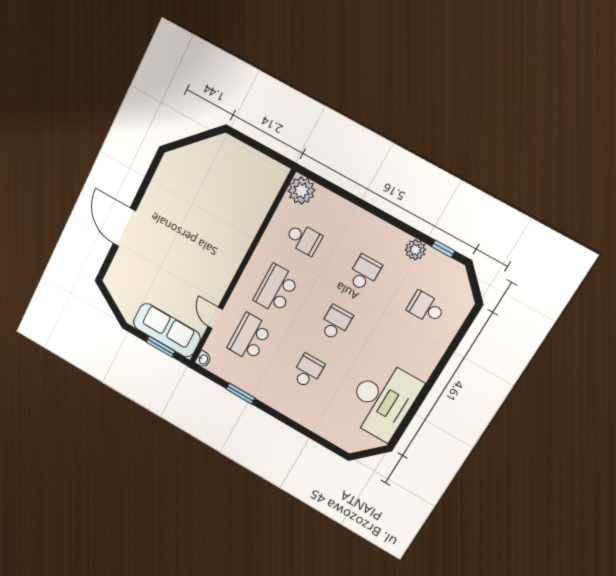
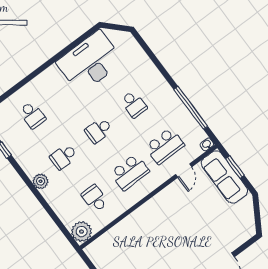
plant: (415, 250) -> (41, 181), moved
school desk: (308, 371) -> (134, 104), turned -90
window: (241, 394) -> (191, 108), width x2.11

